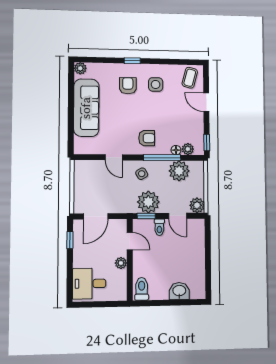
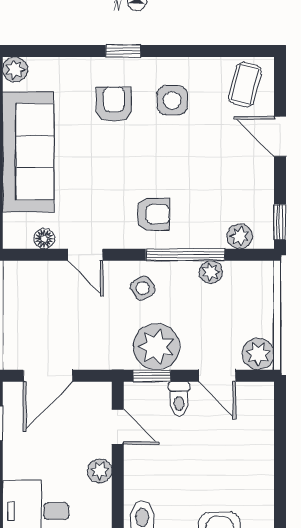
floor lamp: (176, 150) -> (44, 239), moved
plant: (179, 171) -> (211, 272), width x0.53, depth x0.53

